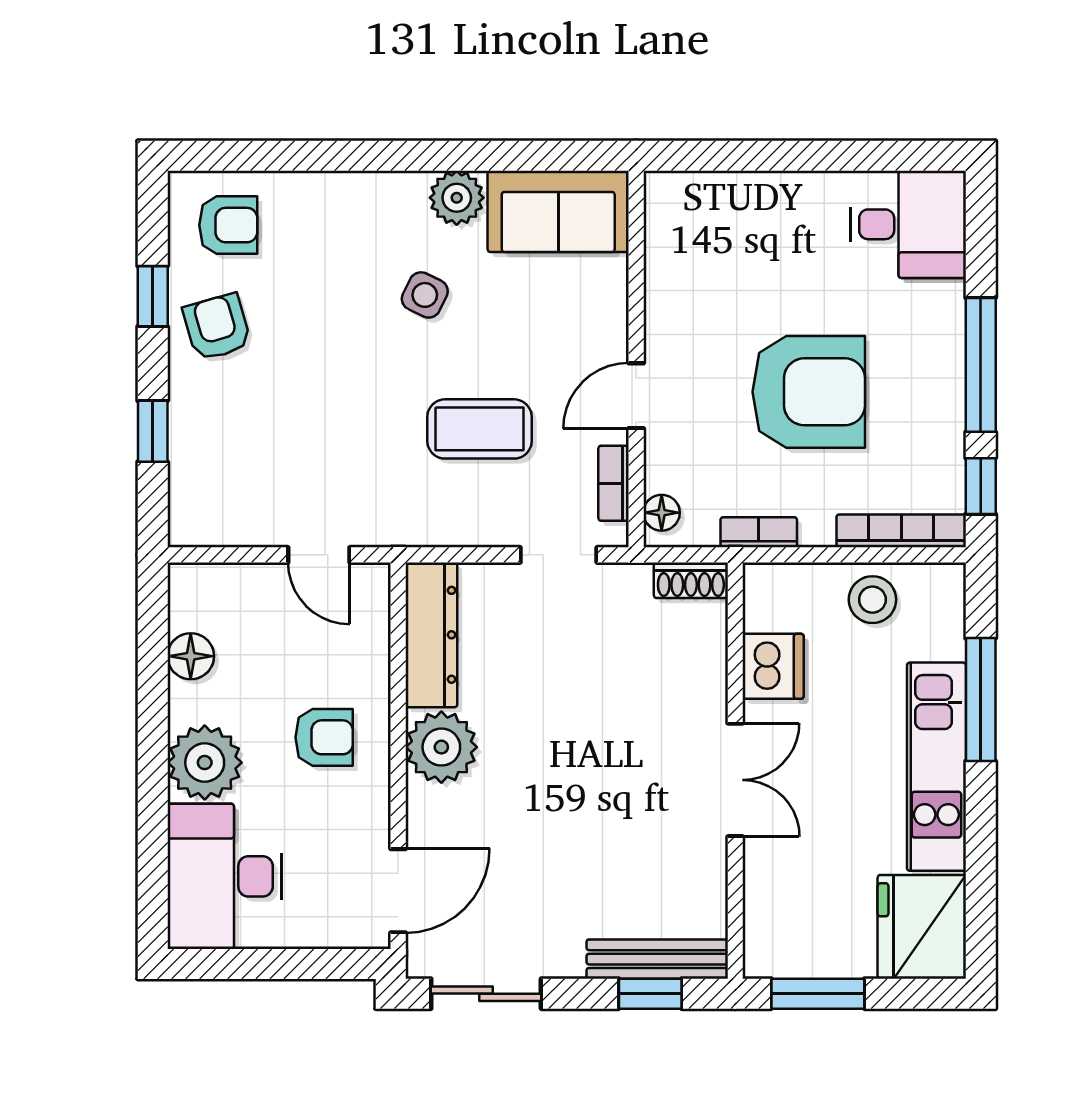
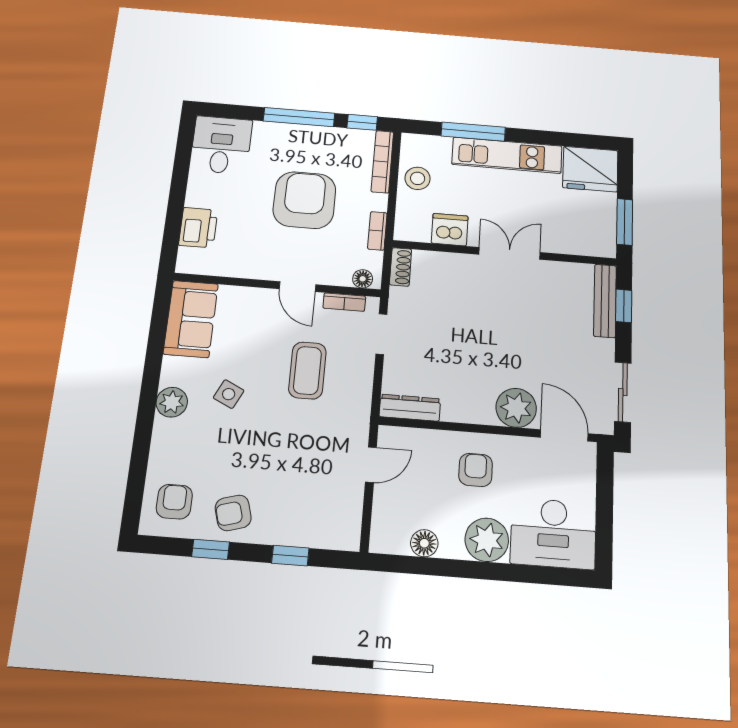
plant: (457, 198) -> (172, 402), moved
printer: (736, 202) -> (198, 228), added
dresser: (431, 635) -> (410, 408), width x0.73, depth x0.80
plant: (441, 747) -> (516, 408), moved

